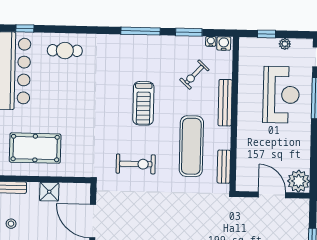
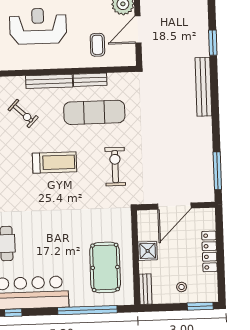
coffee table: (259, 153) -> (97, 45), added
bench: (224, 167) -> (90, 80), moved

